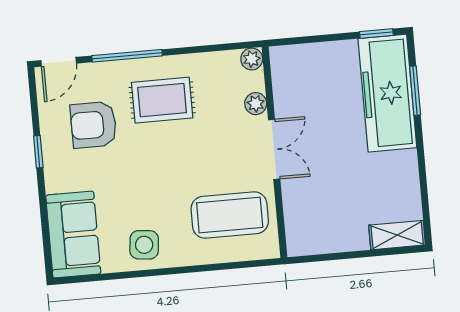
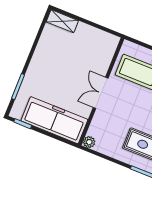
freezer: (387, 93) -> (54, 120), moved, turned -90
plant: (256, 104) -> (98, 120), removed

